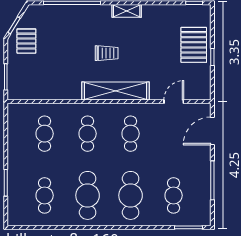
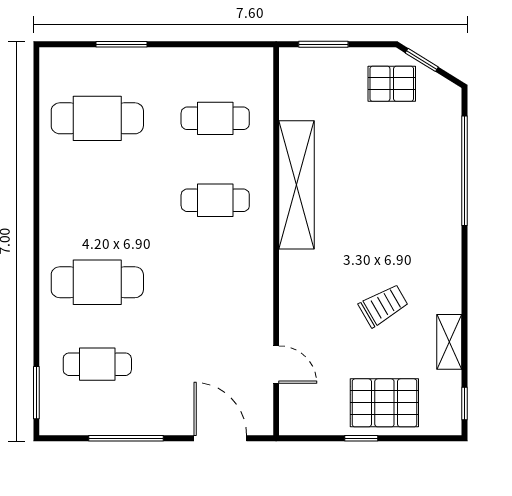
shelving: (127, 11) -> (449, 342), moved
trolley: (107, 53) -> (383, 306), moved, turned -120
shelving: (116, 91) -> (297, 185), moved
cafe table: (131, 134) -> (215, 282), removed
cafe table: (45, 195) -> (97, 118), width x1.37, depth x1.35
cafe table: (88, 195) -> (97, 200), removed

